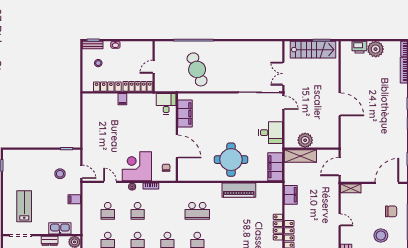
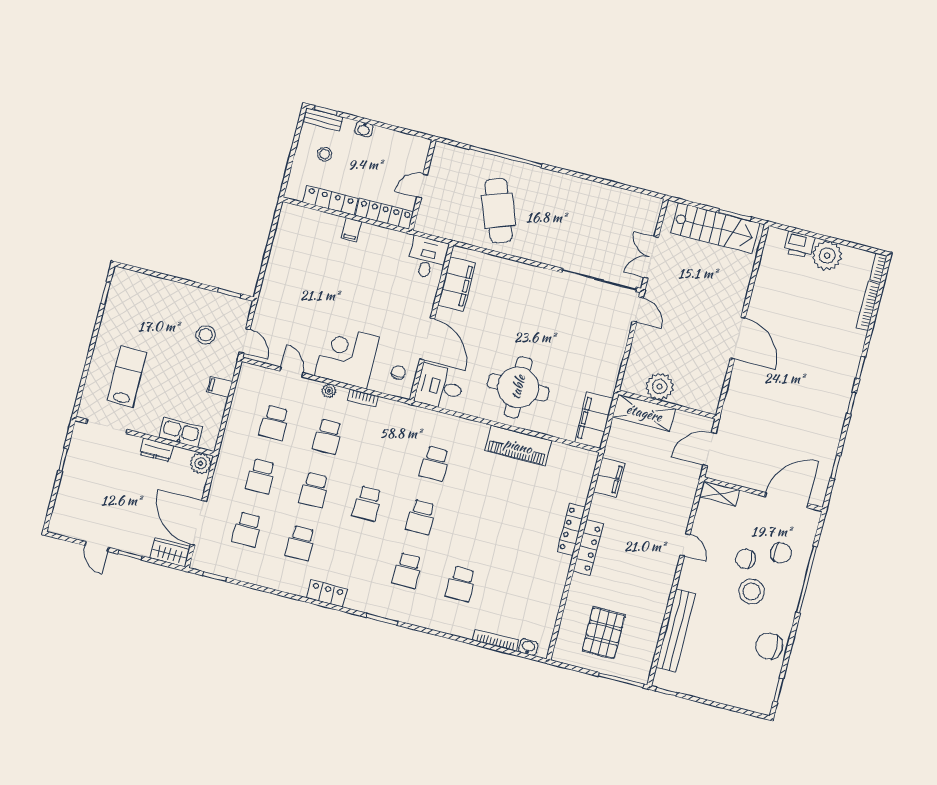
desk: (271, 133) -> (439, 387), moved, turned 180
school desk: (197, 211) -> (434, 464), width x0.54
chair: (373, 219) -> (746, 559), added

